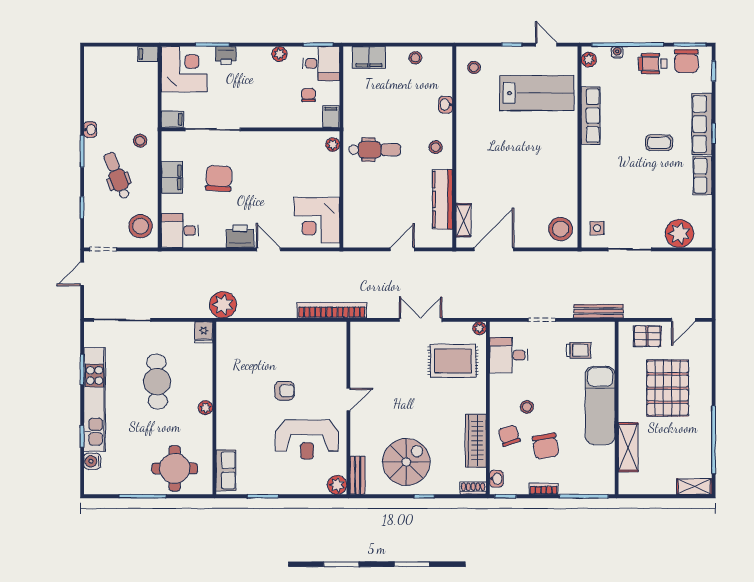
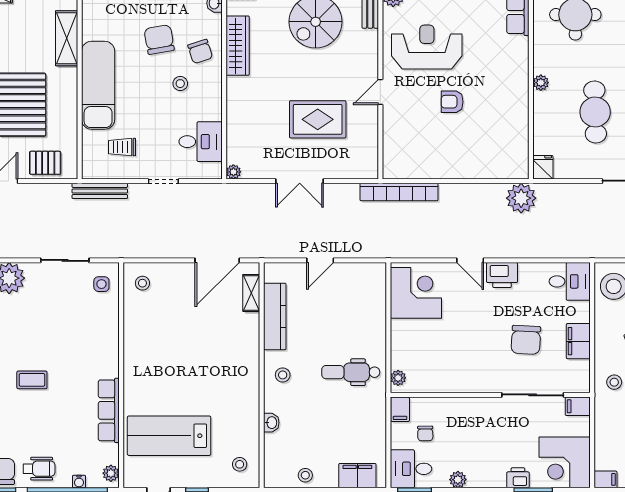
stool: (561, 229) -> (142, 283), width x0.53, depth x0.53
rug: (453, 361) -> (318, 119), moved

